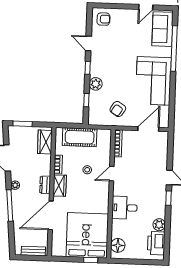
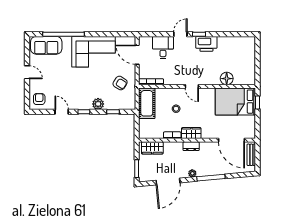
door: (146, 7) -> (27, 72), moved
door: (88, 43) -> (62, 112), swing flipped
cot: (80, 137) -> (147, 103), moved
door: (112, 174) -> (192, 86), moved
desk: (124, 208) -> (163, 47), moved, turned 180
door: (51, 215) -> (231, 140), moved
plant: (159, 225) -> (223, 42), removed
bed: (87, 235) -> (235, 102), width x0.73
printer: (156, 243) -> (206, 44), moved
floor lamp: (118, 245) -> (227, 79), moved

